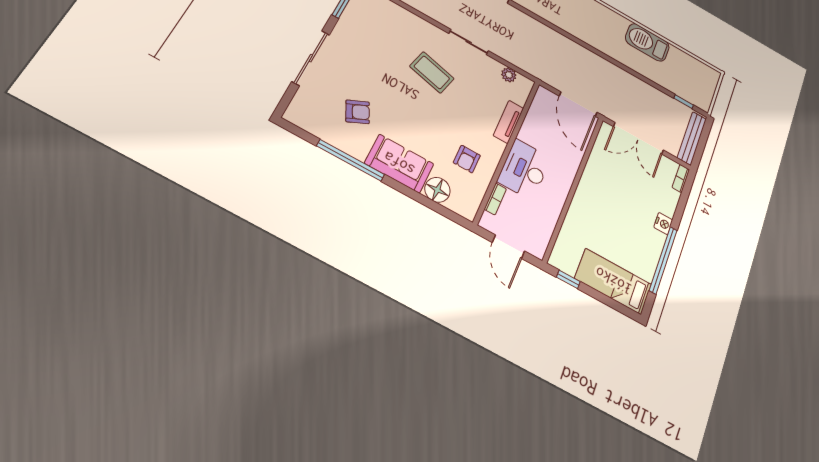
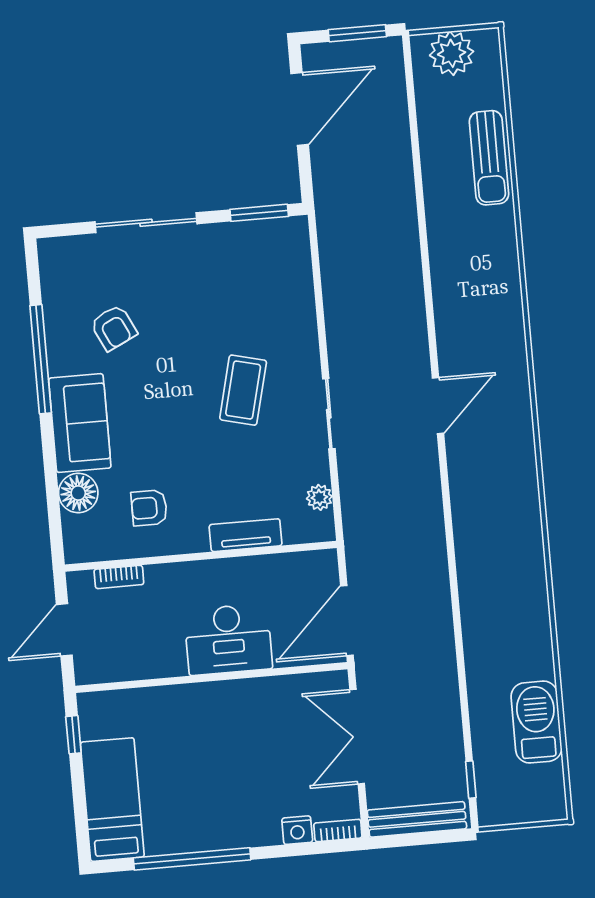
barbecue: (647, 42) -> (537, 722), moved
desk: (524, 170) -> (228, 639), moved, turned 180
nightstand: (663, 224) -> (297, 830), moved

